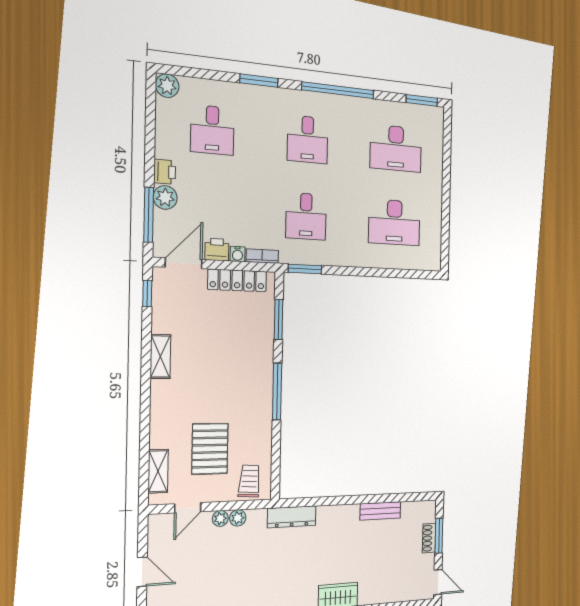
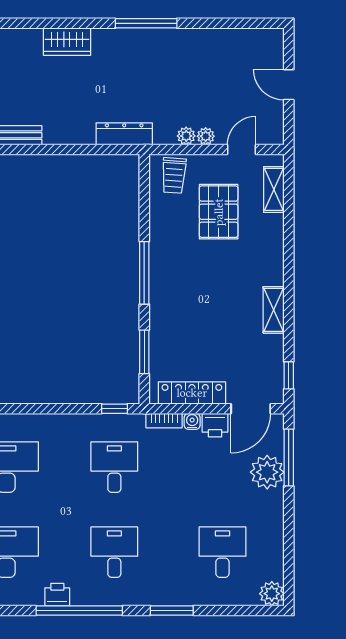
printer: (165, 172) -> (57, 595), moved, turned 90
plant: (165, 197) -> (267, 472), width x1.36, depth x1.36
window: (305, 269) -> (114, 409), width x0.67

